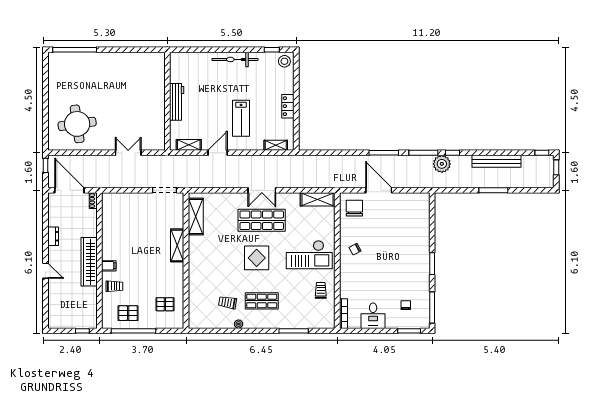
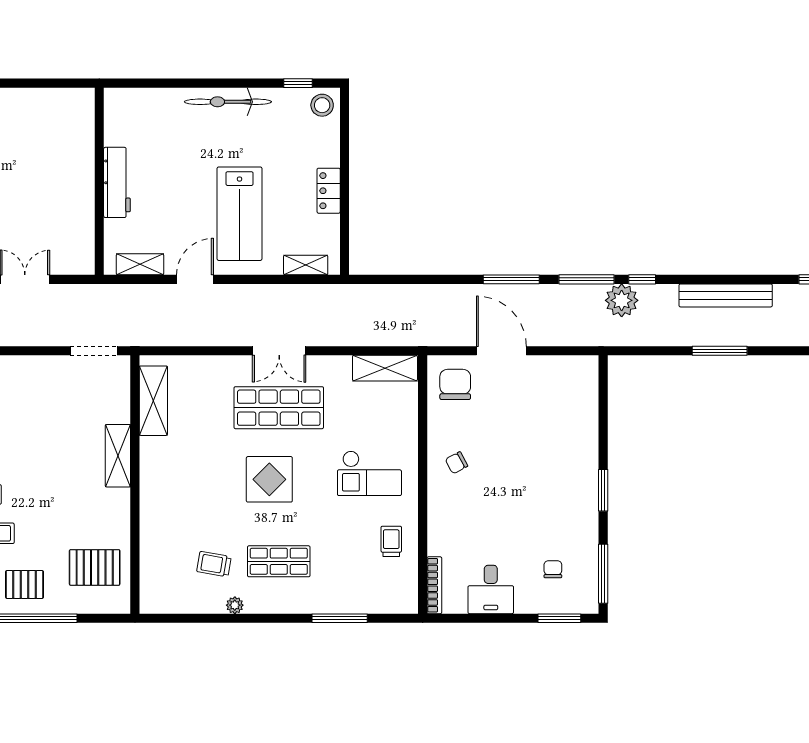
lab bench: (241, 118) -> (240, 214), width x1.36, depth x1.39
checkout: (309, 255) -> (369, 473), width x0.73, depth x0.83
pallet: (165, 304) -> (95, 567), width x1.50, depth x1.42

